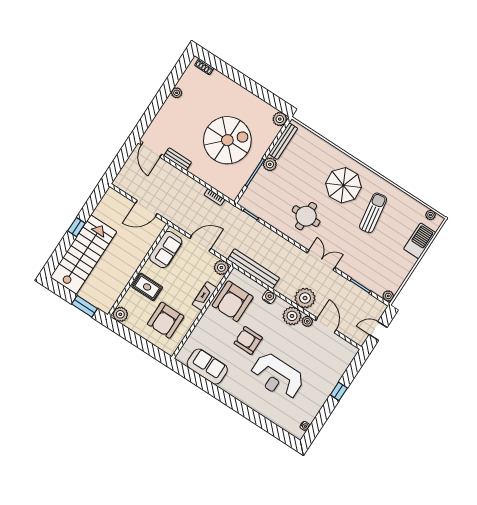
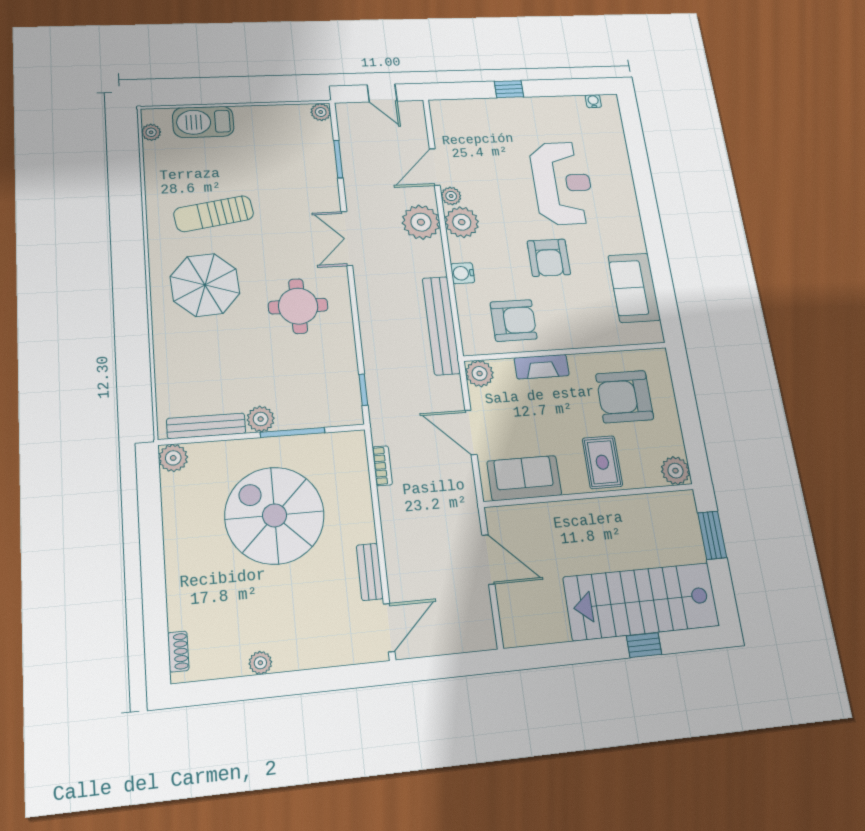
window: (76, 227) -> (644, 645), moved
armchair: (233, 301) -> (514, 320), width x0.73, depth x0.73
armchair: (166, 320) -> (625, 397), turned 180

